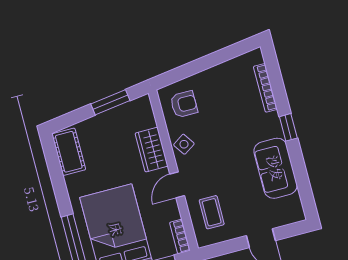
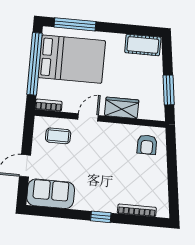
side table: (184, 144) -> (117, 134), removed
sofa: (275, 168) -> (51, 194), moved
door: (177, 185) -> (88, 117), hinge flipped

